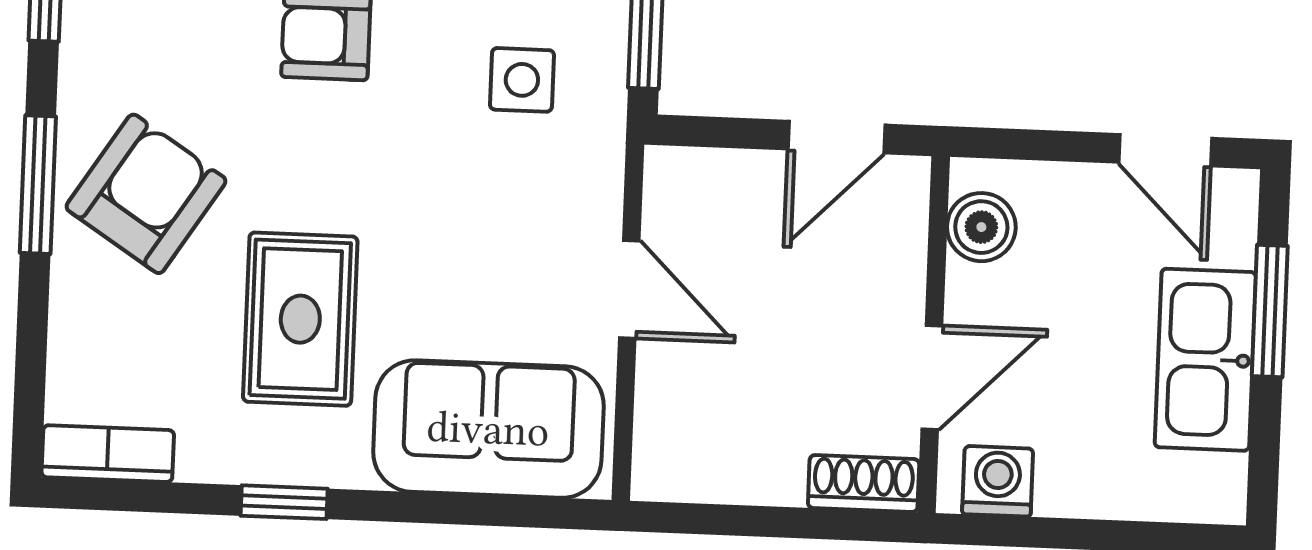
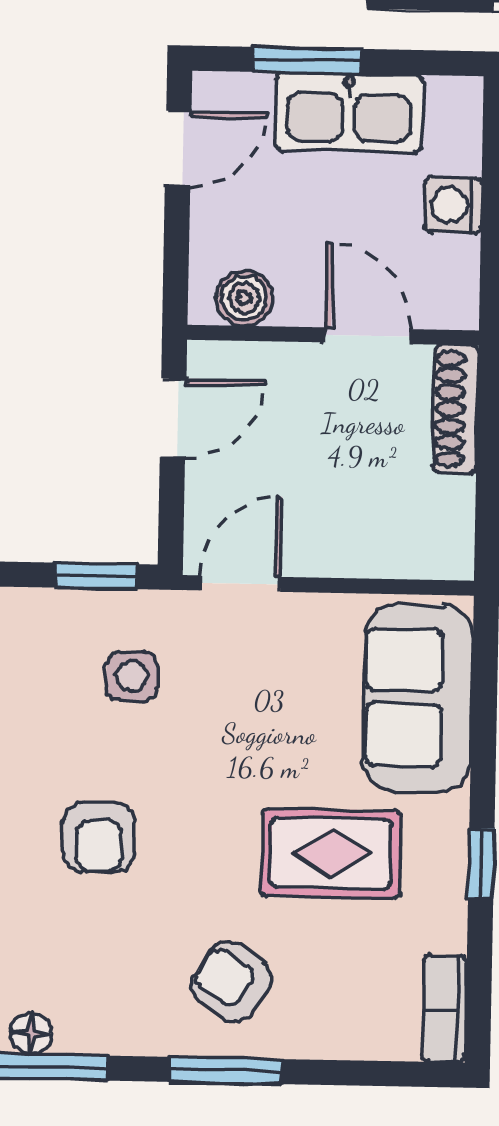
door: (836, 137) -> (173, 418), hinge flipped
armchair: (146, 194) -> (231, 982), width x0.72, depth x0.72
door: (629, 289) -> (240, 584), moved
washing machine: (998, 481) -> (453, 205), moved
shoe rack: (864, 484) -> (456, 409), width x1.43

